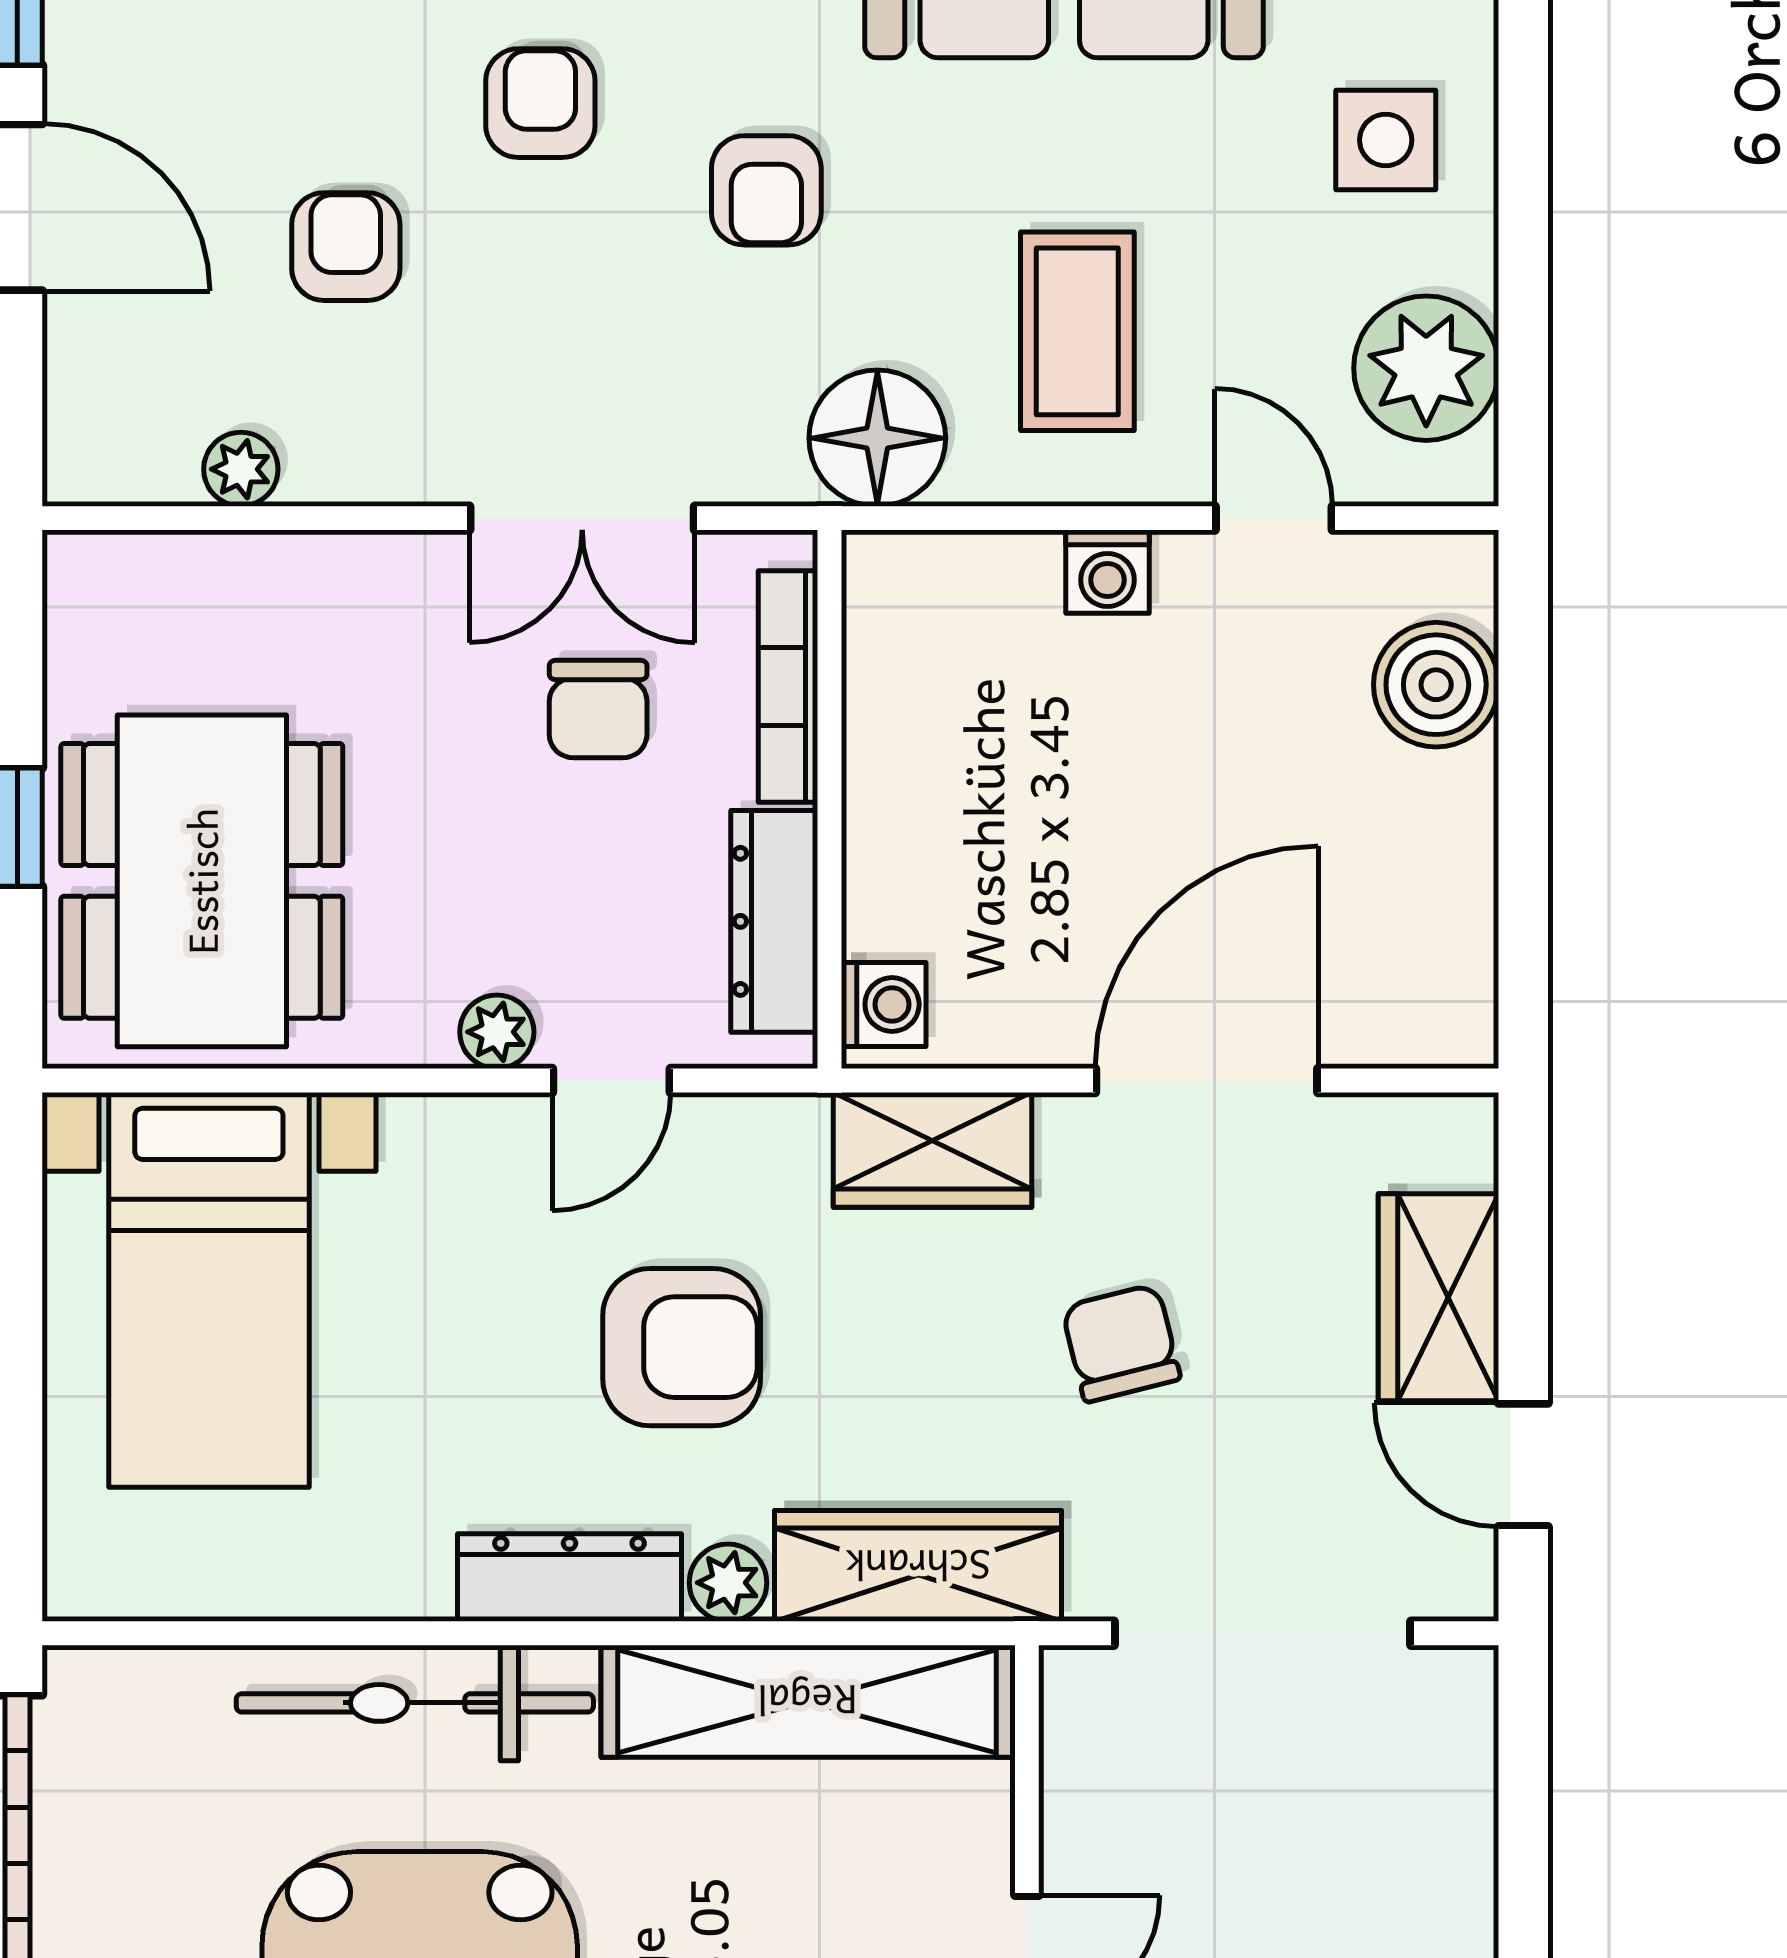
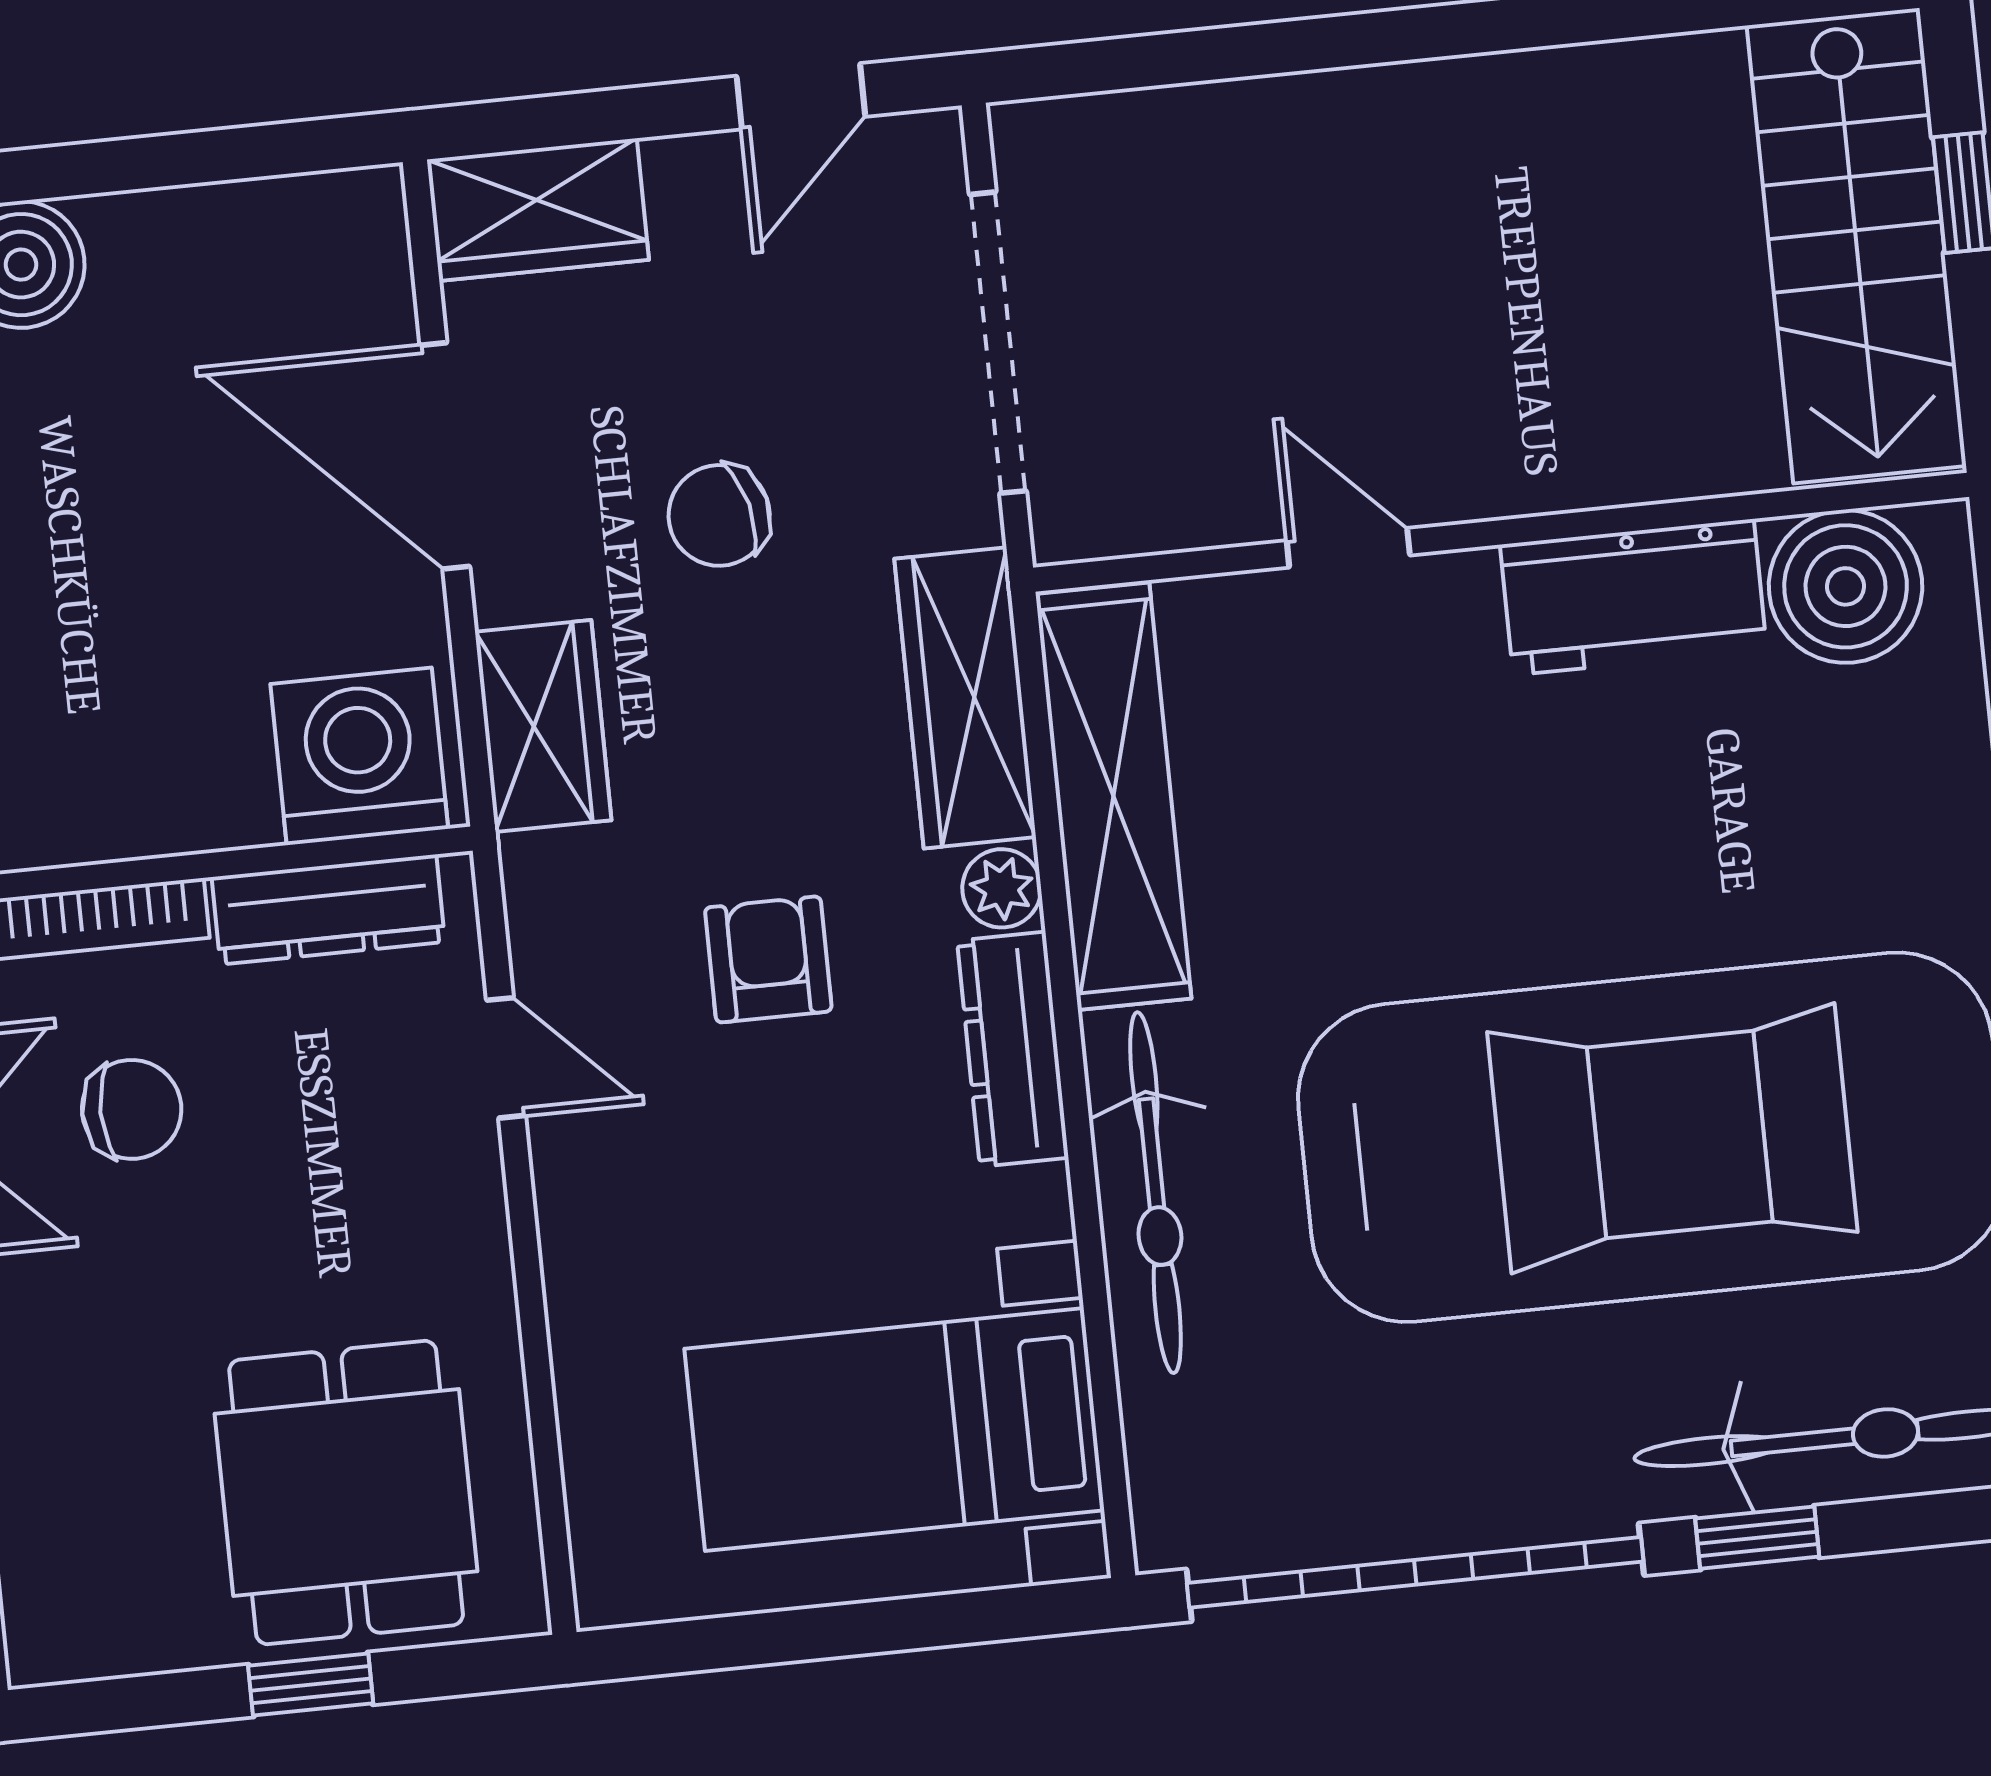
dining table: (202, 881) -> (346, 1492), width x0.73
washing machine: (884, 1004) -> (359, 756), width x1.89, depth x1.89
plant: (497, 1032) -> (468, 1179), removed
bed with nightstands: (209, 1290) -> (894, 1430), moved, turned 180
wardrobe: (1438, 1297) -> (538, 210), moved
armchair: (682, 1347) -> (768, 959), width x0.72, depth x0.72

